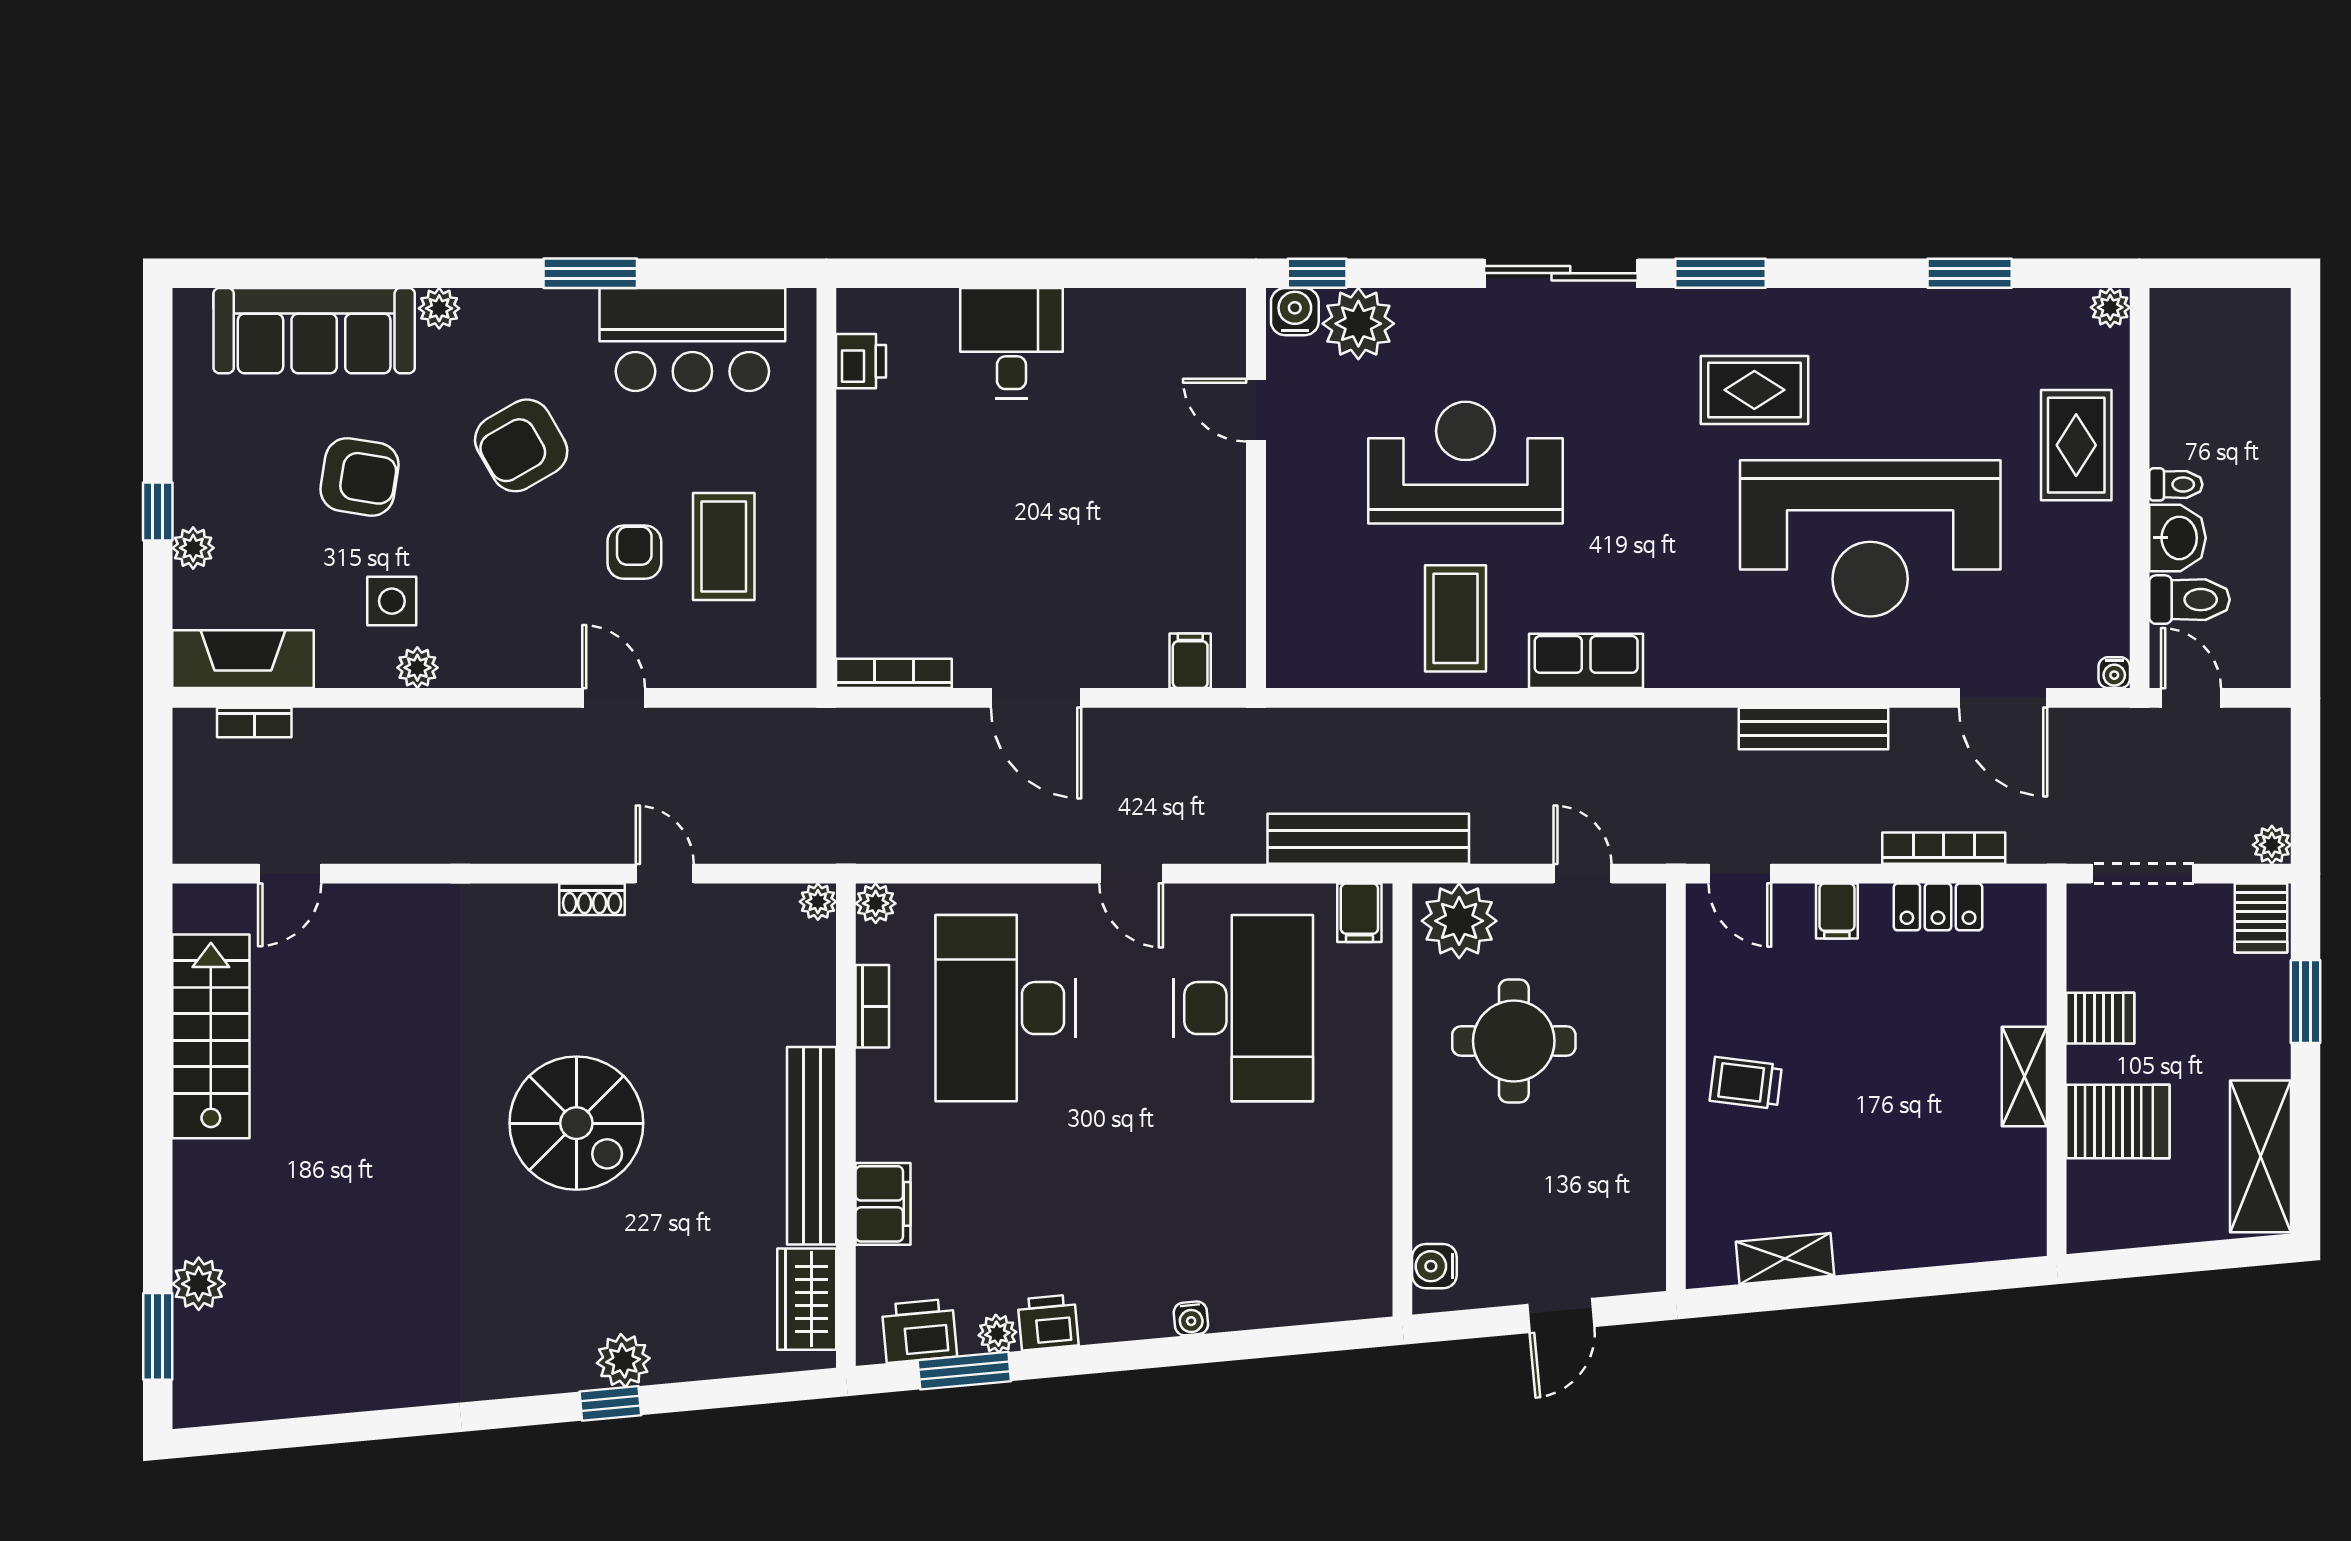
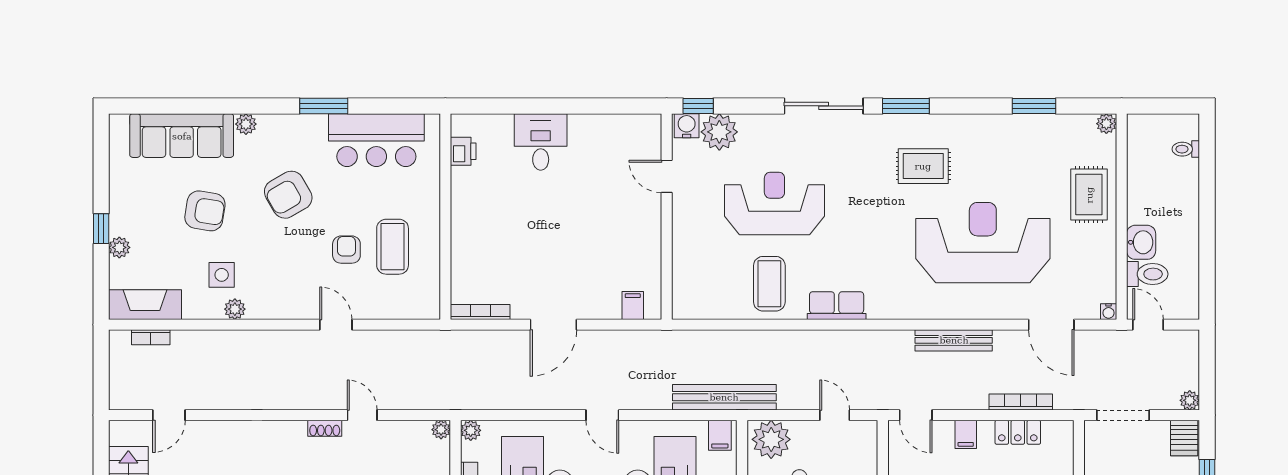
toilet: (2176, 484) -> (1186, 149), moved, turned 180
reception desk: (1870, 538) -> (983, 243), turned 180
door: (1036, 698) -> (553, 325), hinge flipped

